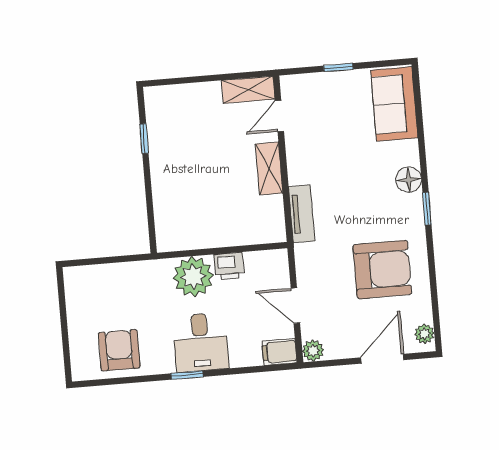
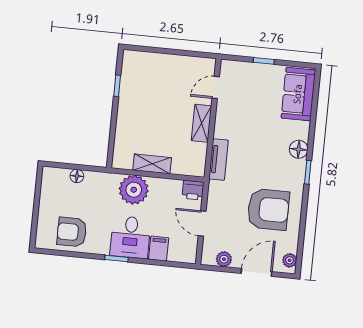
shelving: (248, 90) -> (152, 164), moved
printer: (229, 266) -> (193, 190), moved
floor lamp: (112, 272) -> (77, 176), added
armchair: (119, 350) -> (72, 232), turned -90
plant: (313, 351) -> (224, 259), moved
filing cabinet: (280, 352) -> (159, 249), moved, turned 90

